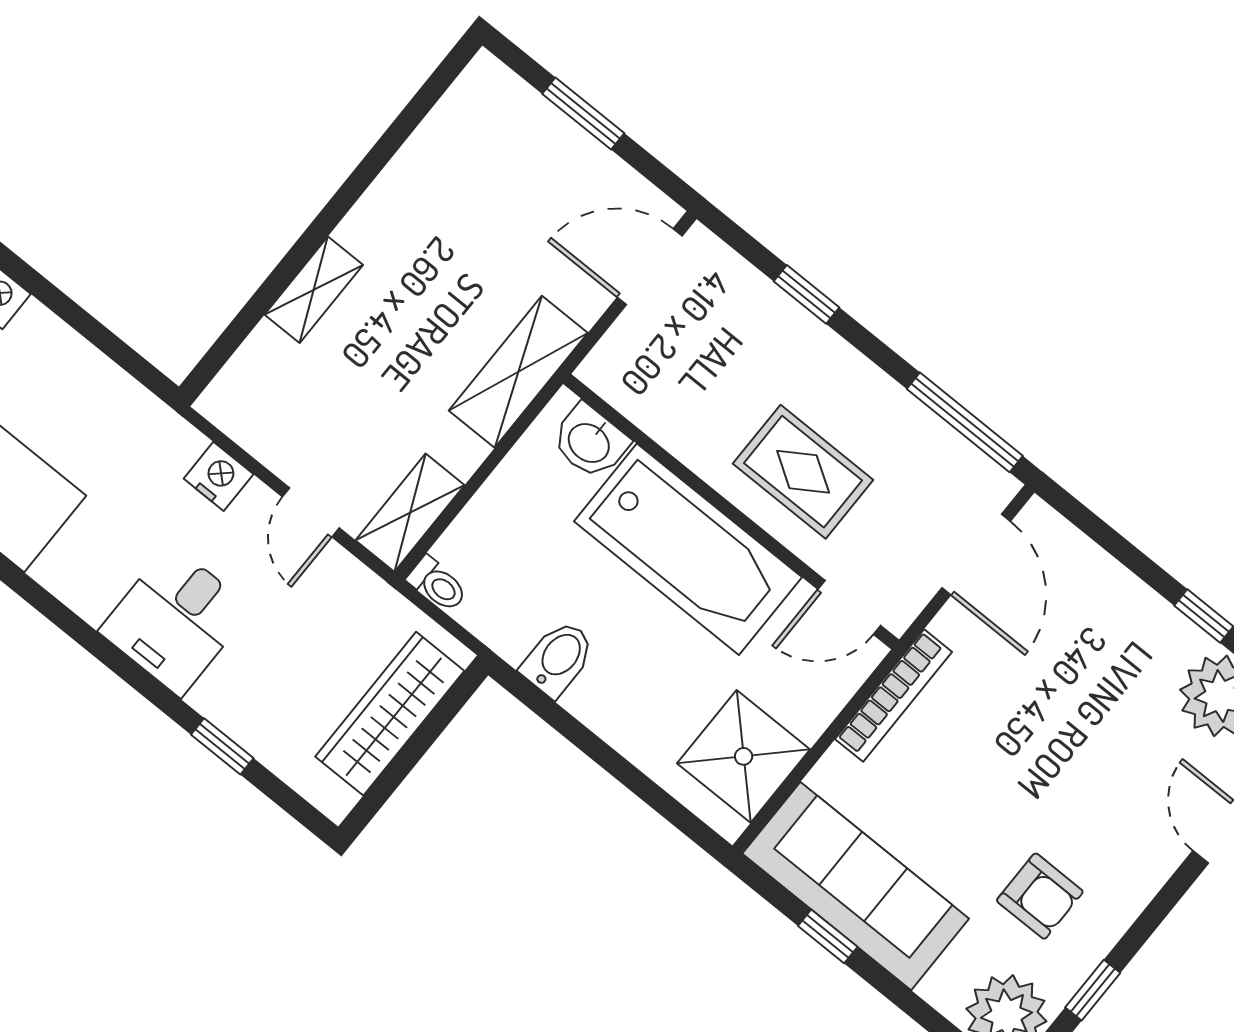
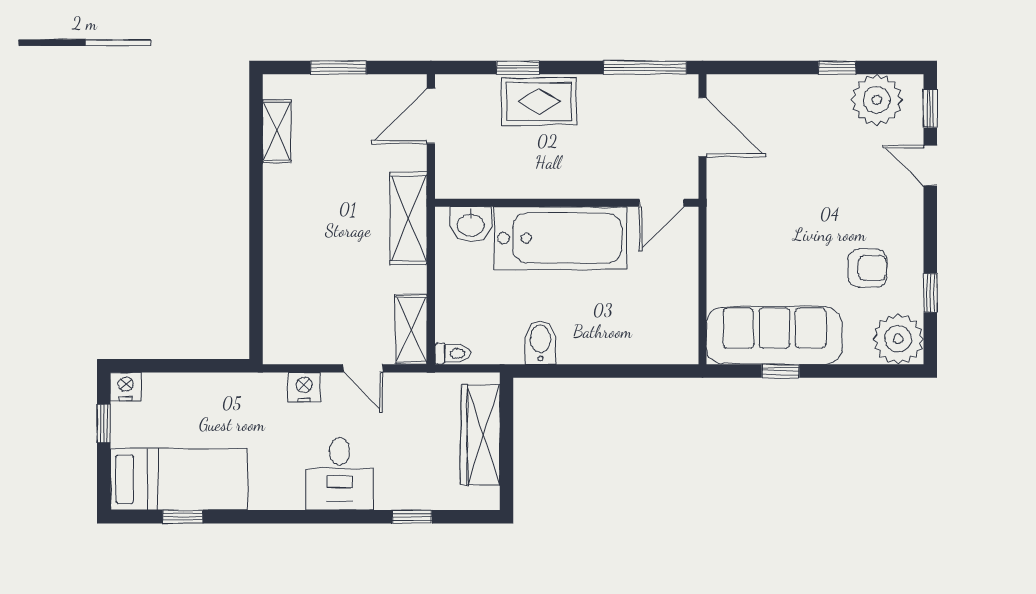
shelving: (314, 290) -> (277, 131), moved
rug: (803, 472) -> (539, 102), moved
bookcase: (894, 695) -> (718, 228), removed
shower: (744, 756) -> (669, 317), removed

